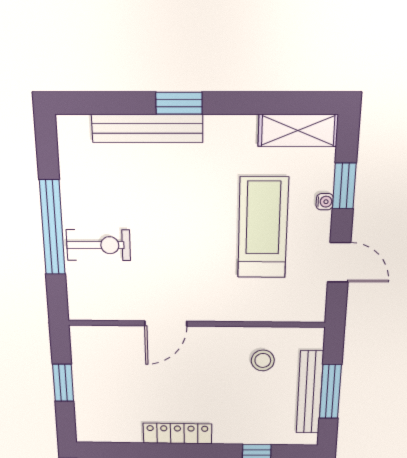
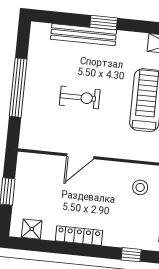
exercise bike: (98, 245) -> (80, 97), moved
shower: (107, 430) -> (32, 229), added

